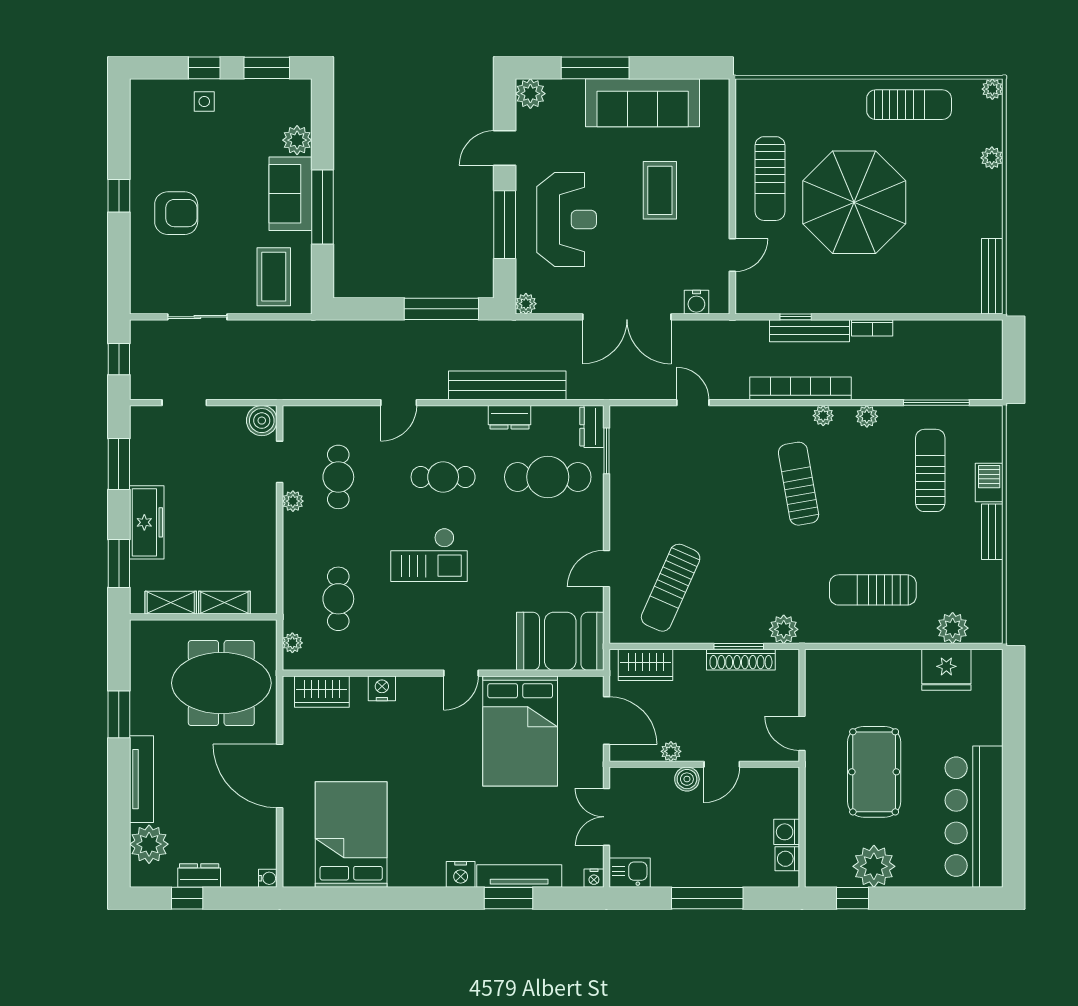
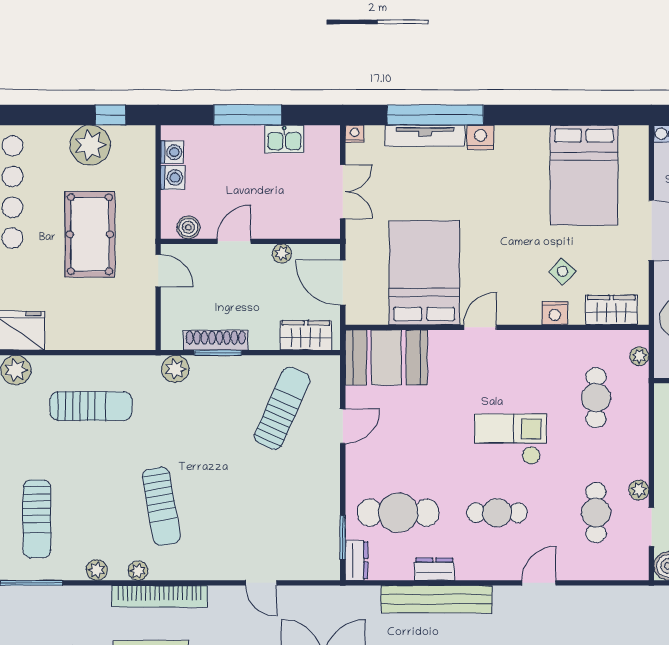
side table: (374, 733) -> (563, 271), added
boiler: (687, 779) -> (188, 227), moved
kitchen sink: (630, 873) -> (284, 139), moved
window: (509, 898) -> (435, 115), width x2.11

